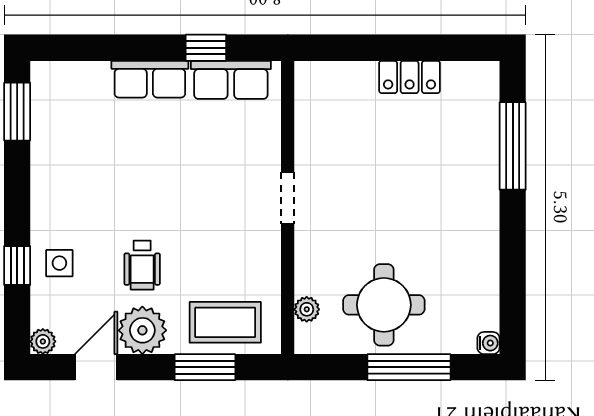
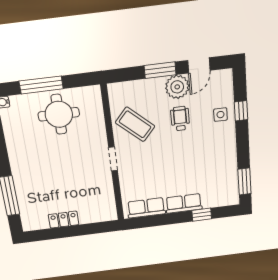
window: (206, 48) -> (202, 215), moved
plant: (307, 309) -> (97, 107), removed
coffee table: (225, 322) -> (135, 124), moved, turned 42
plant: (43, 341) -> (226, 75), removed
window: (205, 367) -> (160, 70), moved

